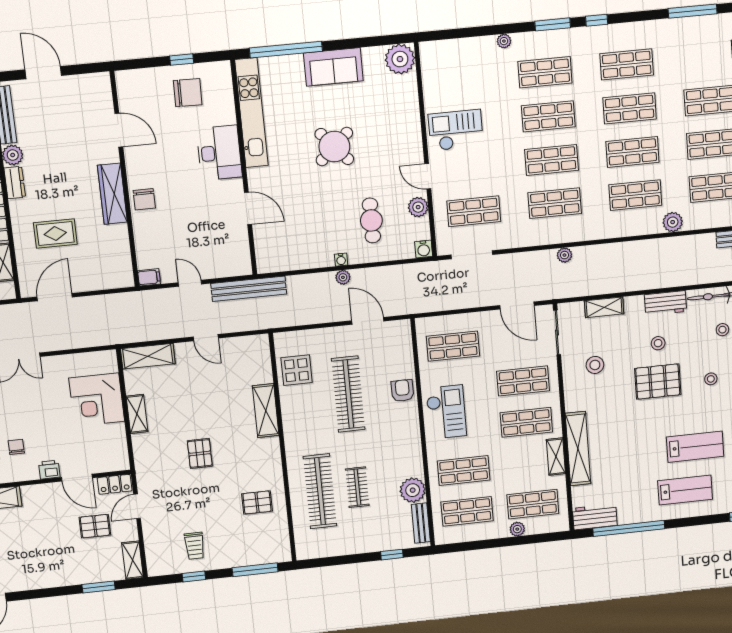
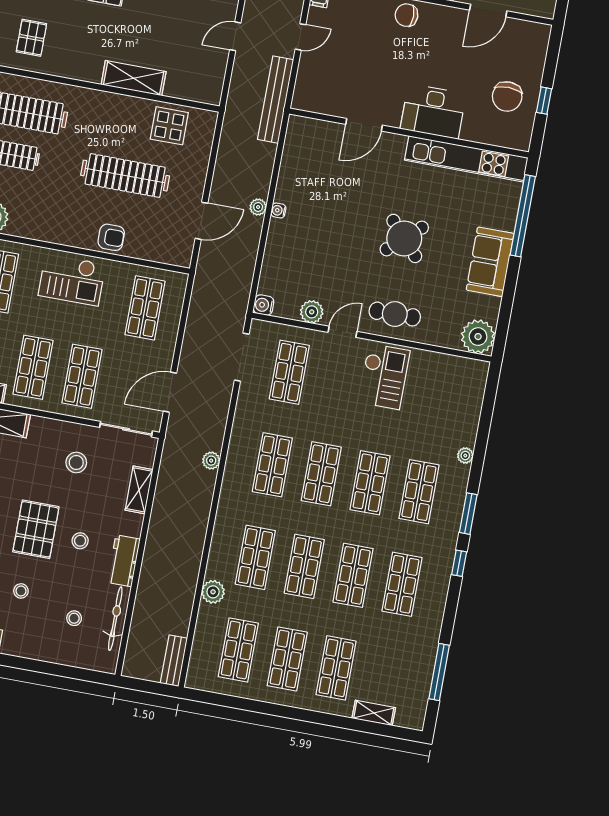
cafe table: (371, 220) -> (395, 314), moved

